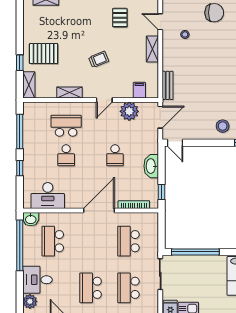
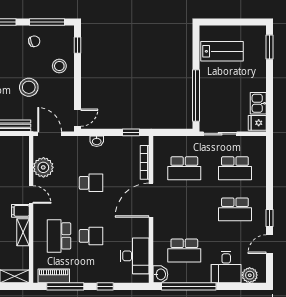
filing cabinet: (139, 90) -> (20, 211), moved
stool: (203, 98) -> (29, 87), added
piano: (29, 121) -> (54, 276), added
washbasin: (151, 166) -> (97, 141), width x0.52, depth x0.69
door: (99, 211) -> (151, 200), hinge flipped

